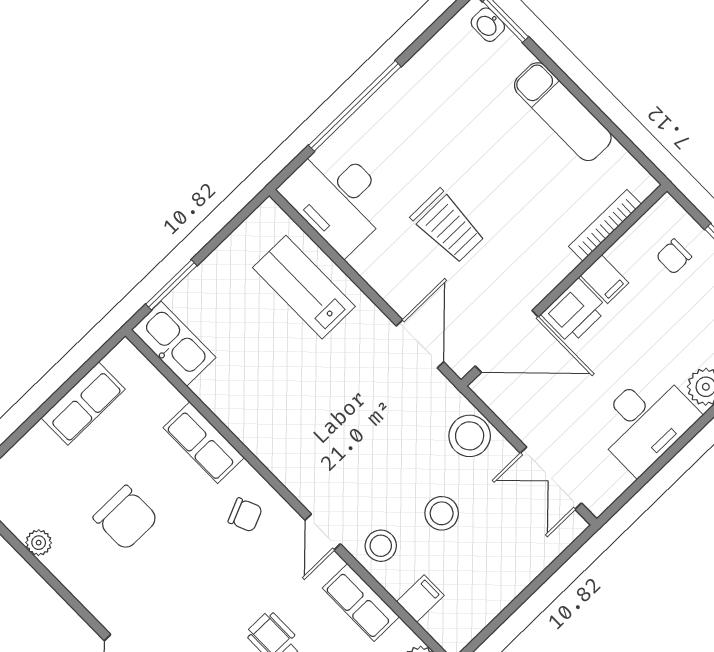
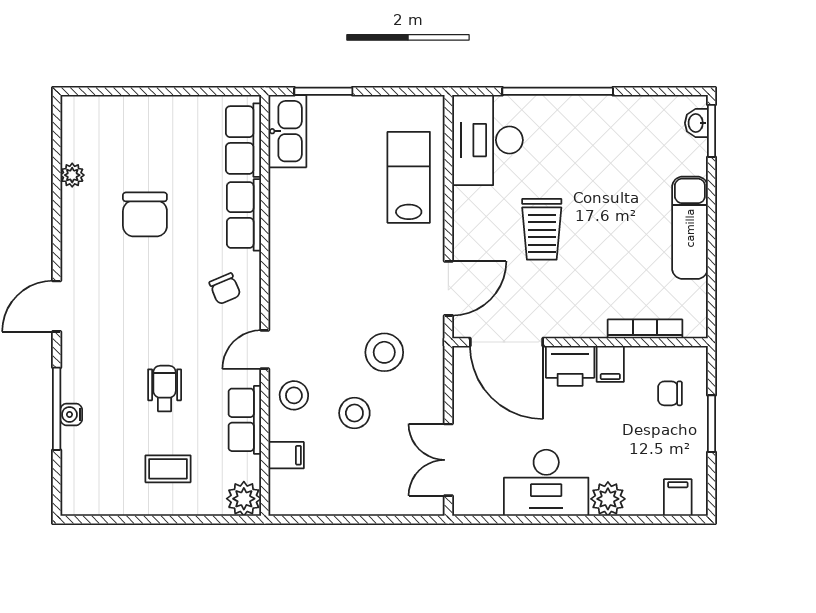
row of seats: (83, 403) -> (243, 140), moved, turned 90
stool: (470, 436) -> (384, 352), moved

